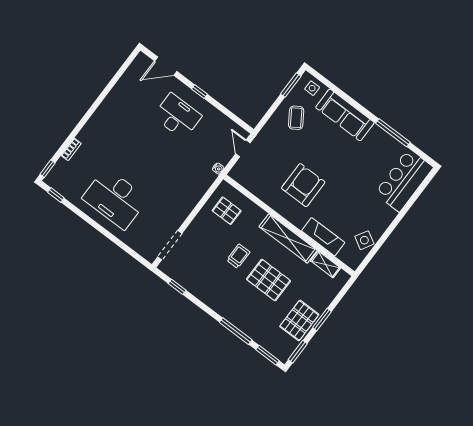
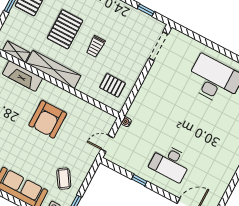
window: (200, 92) -> (139, 180), moved
door: (243, 148) -> (107, 143), swing flipped
pallet: (269, 280) -> (65, 29), turned 90

